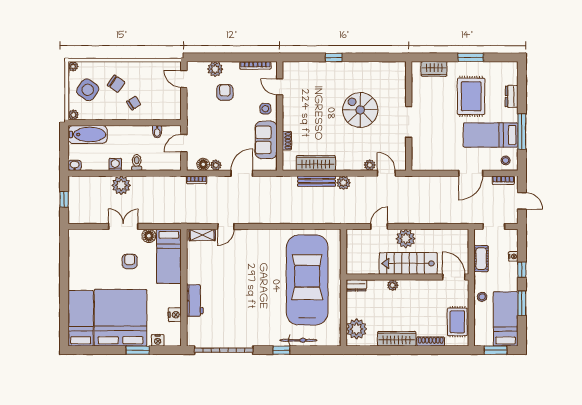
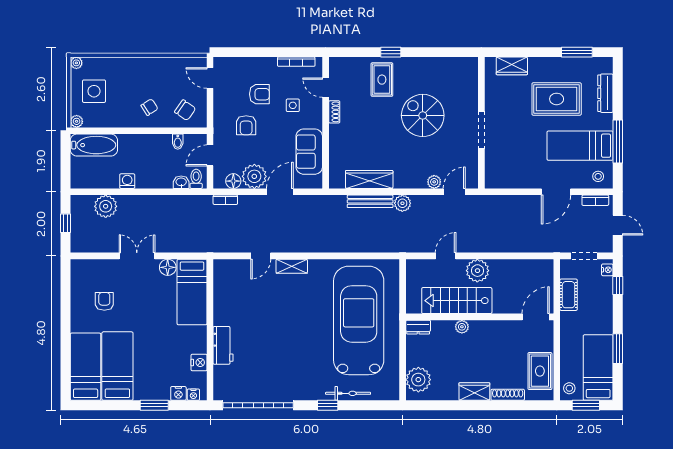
window: (471, 57) -> (577, 52), moved
plant: (215, 69) -> (248, 66), removed
rug: (326, 80) -> (382, 80), added
chair: (116, 84) -> (185, 110), moved
side table: (88, 90) -> (94, 91), turned -36
armchair: (225, 92) -> (259, 94), turned 90
rug: (471, 96) -> (557, 99), turned 90
dresser: (512, 96) -> (605, 93), width x1.44
side table: (265, 109) -> (293, 105), moved
armchair: (214, 118) -> (246, 125), added
shoe rack: (287, 141) -> (334, 112), moved
toilet: (137, 163) -> (196, 179), moved
washbasin: (75, 165) -> (181, 182), moved
plant: (216, 165) -> (254, 176), width x1.88, depth x1.88
door: (386, 173) -> (454, 192), hinge flipped
plant: (121, 185) -> (106, 206), moved
shelving: (202, 235) -> (292, 266), moved
nightstand: (513, 256) -> (607, 270), moved
armchair: (130, 261) -> (104, 301), moved
stairs: (408, 263) -> (457, 301), moved
window: (522, 270) -> (618, 285), moved
door: (454, 277) -> (536, 317), hinge flipped
stool: (482, 297) -> (569, 388), moved
bed: (121, 318) -> (117, 366), width x0.49
wardrobe: (397, 339) -> (474, 392), width x0.67
nightstand: (170, 341) -> (193, 395), added

